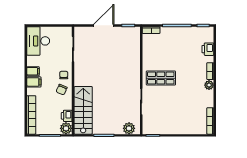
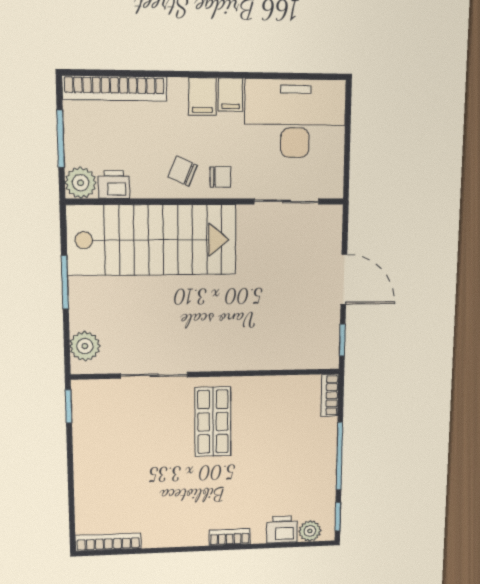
desk: (38, 41) -> (295, 119), width x1.36, depth x1.30
plant: (209, 85) -> (310, 531), moved
stairs: (83, 110) -> (152, 240), width x1.36, depth x1.51

